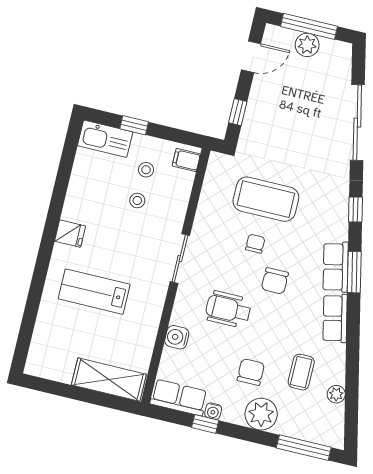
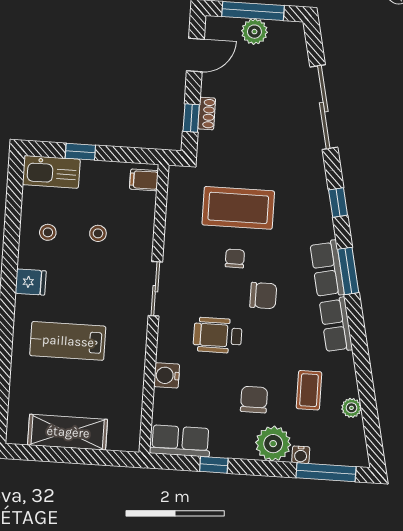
shoe rack: (252, 110) -> (207, 113), added
stool: (146, 170) -> (48, 232), moved
chair: (275, 281) -> (263, 296), turned -90
shelving: (109, 380) -> (68, 432), moved
water cooler: (213, 411) -> (301, 455), moved

